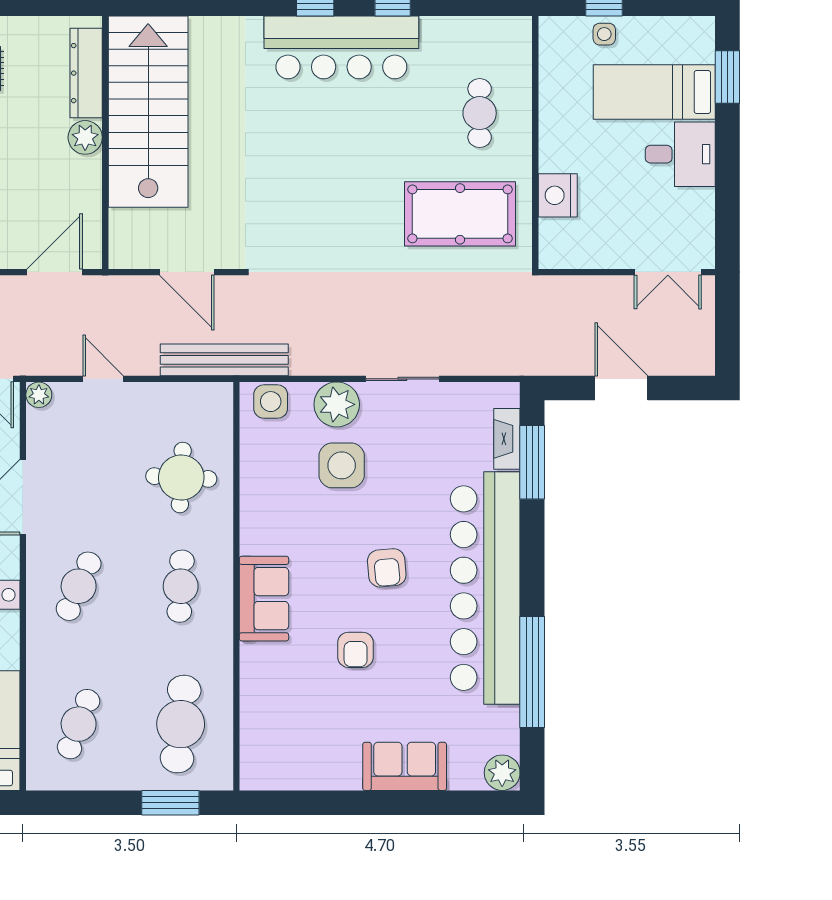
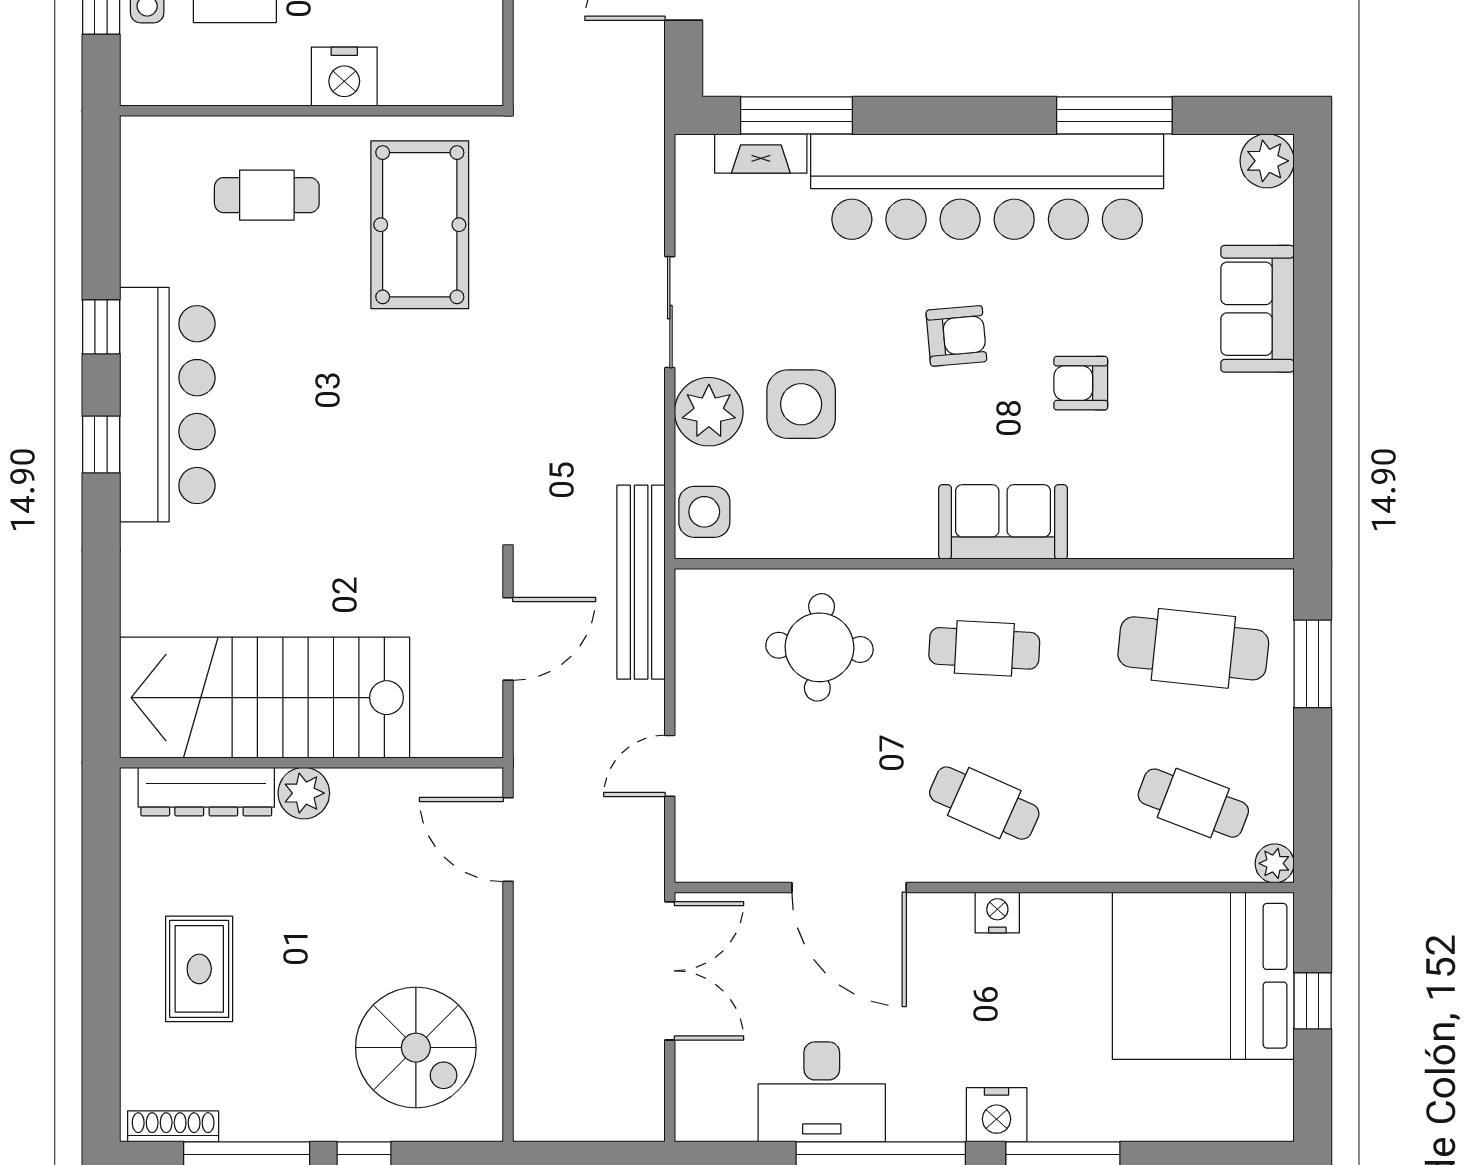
nightstand: (558, 195) -> (344, 77), moved
plant: (39, 395) -> (1275, 863), moved
armchair: (356, 650) -> (1081, 383), turned 180
window: (532, 672) -> (1114, 115), width x0.68

